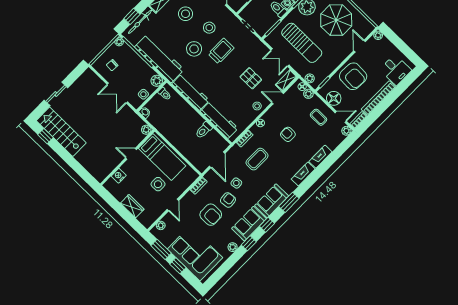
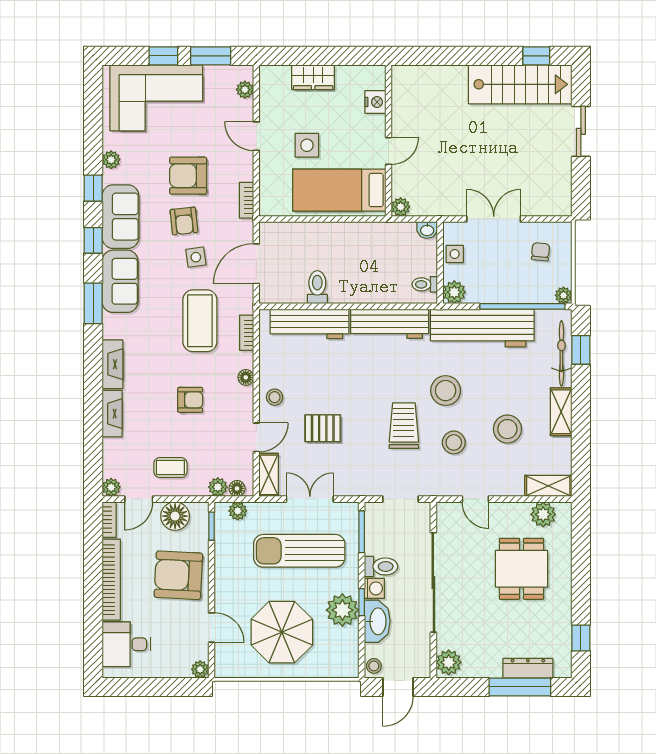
trolley: (221, 51) -> (404, 426), turned 180
coffee table: (257, 159) -> (200, 321), width x1.36, depth x1.32
door: (217, 160) -> (256, 264), hinge flipped

